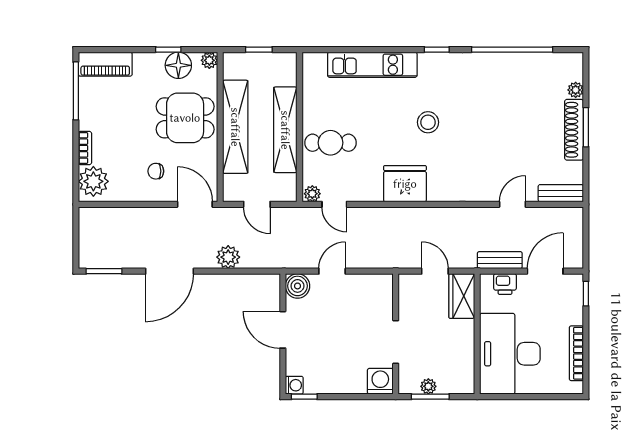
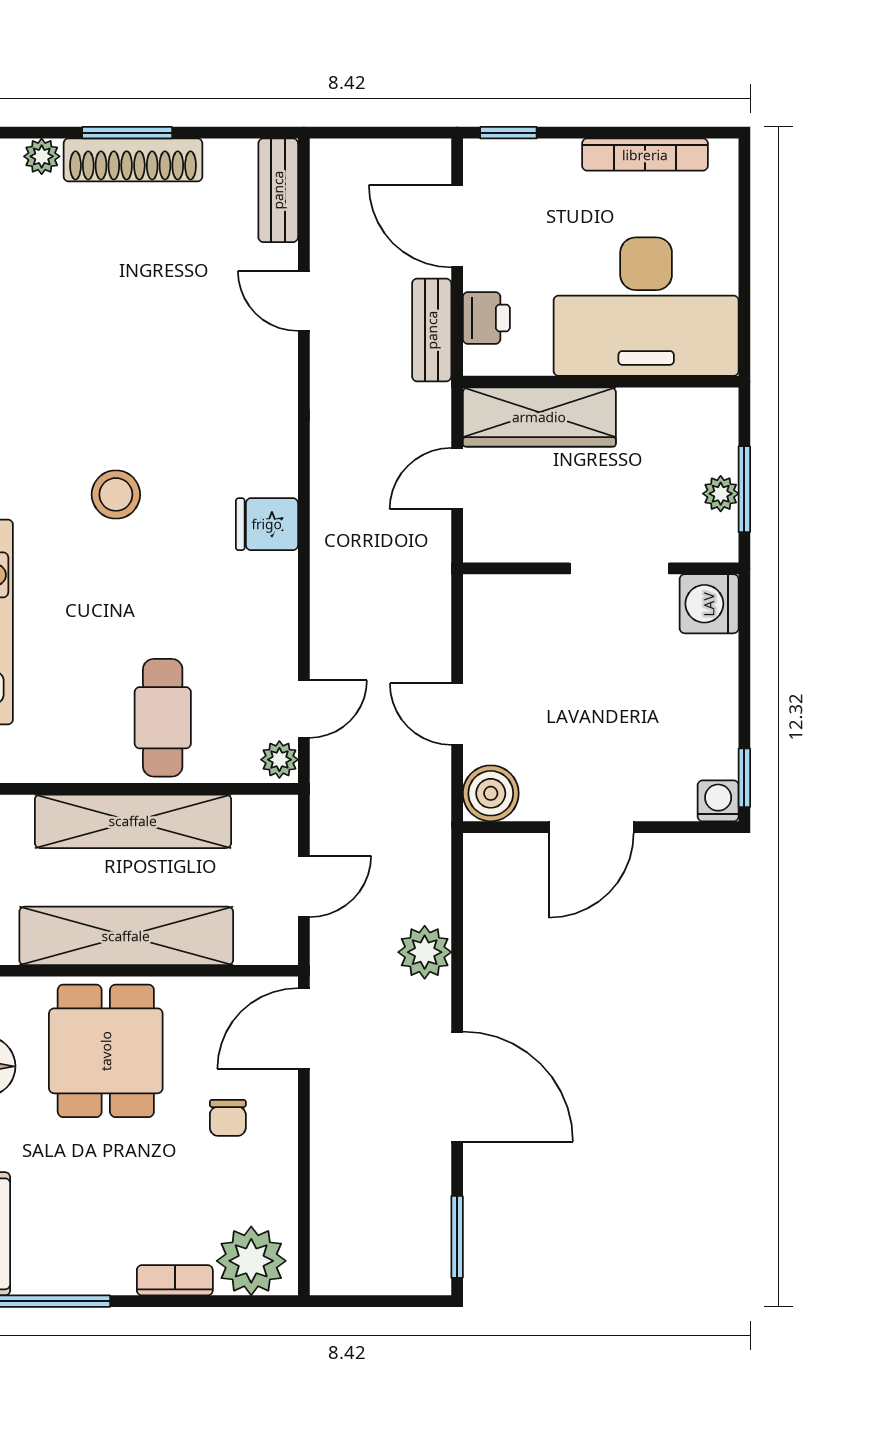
fridge: (405, 184) -> (267, 524), width x0.53, depth x0.75
wardrobe: (462, 296) -> (539, 417), width x1.50

